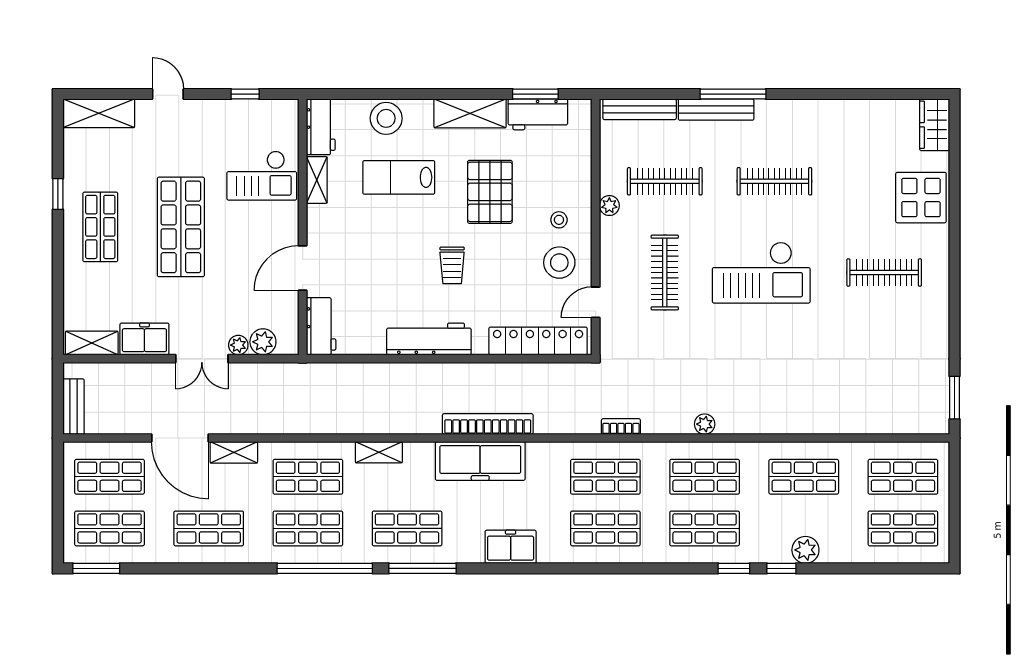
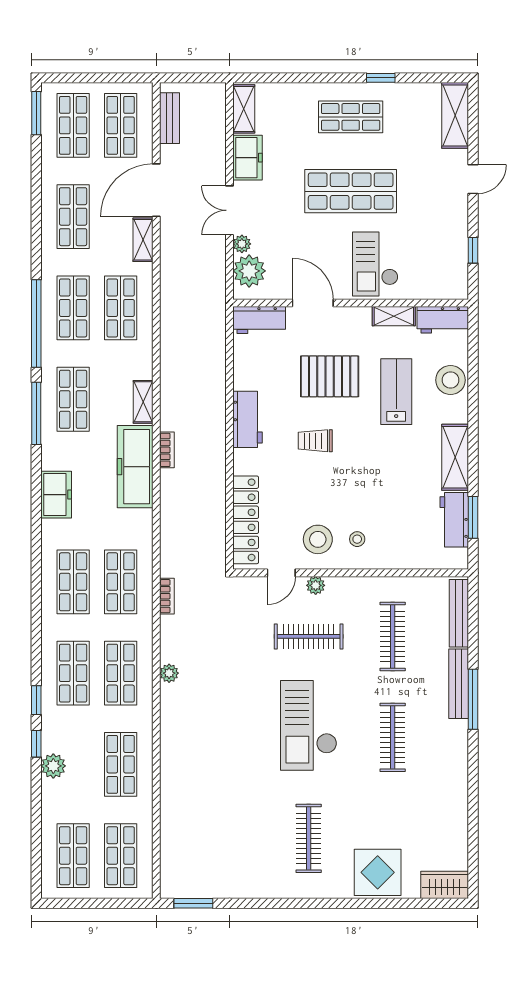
checkout: (262, 176) -> (375, 264), moved
pallet: (490, 192) -> (330, 376), moved
plant: (609, 206) -> (316, 585), moved
door: (596, 302) -> (281, 573), swing flipped
workbench: (429, 339) -> (247, 419), width x0.73
plant: (263, 342) -> (249, 271), width x1.36, depth x1.36
bench: (73, 407) -> (169, 118), moved, turned 90
bookcase: (488, 424) -> (167, 450), width x0.43, depth x0.76
shelving: (379, 452) -> (143, 402), moved

